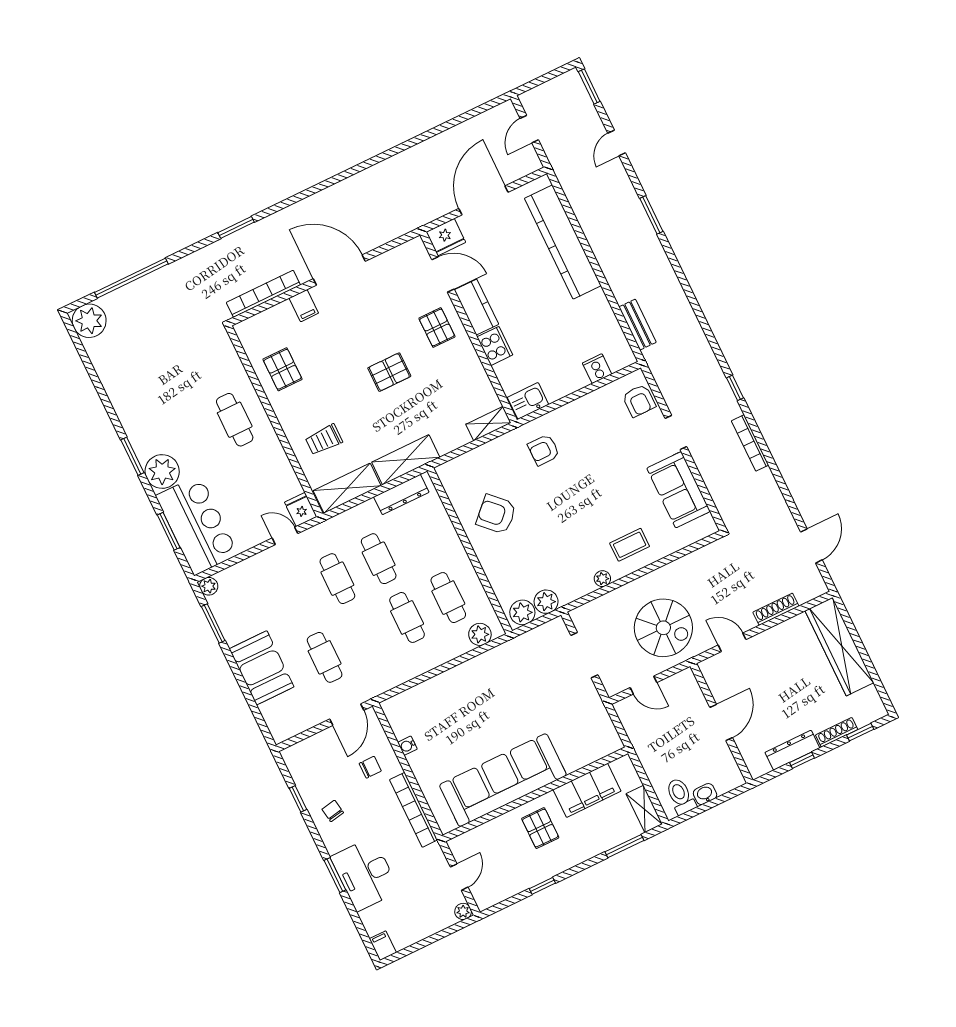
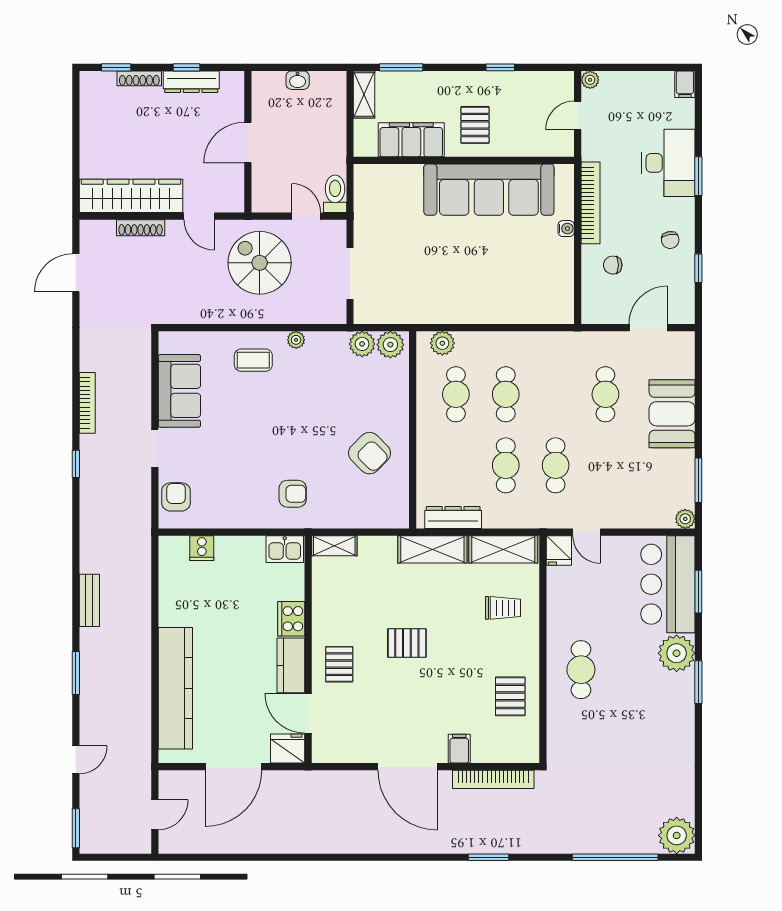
bench: (638, 325) -> (89, 600), moved
wardrobe: (839, 647) -> (131, 196), moved, turned -90
door: (347, 715) -> (648, 328), moved
water cooler: (407, 746) -> (566, 229), moved
toilet: (681, 796) -> (335, 194), moved, turned 180

